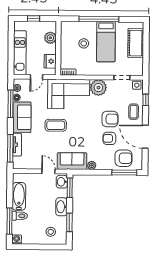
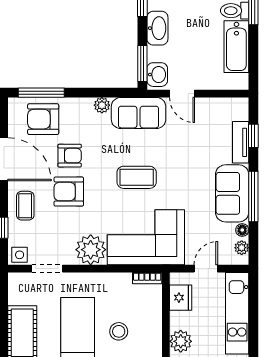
window: (11, 104) -> (253, 197), moved
coffee table: (56, 125) -> (137, 177), moved
window: (10, 148) -> (253, 136), width x0.46

